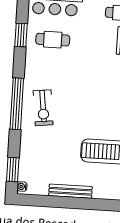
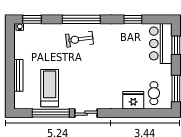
cafe table: (53, 40) -> (131, 43), removed
bench: (70, 191) -> (18, 75), moved

